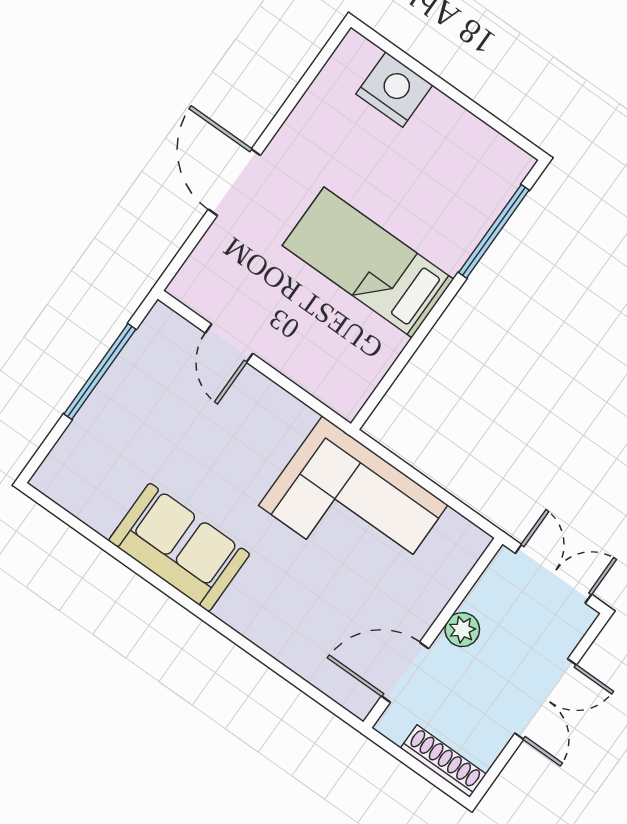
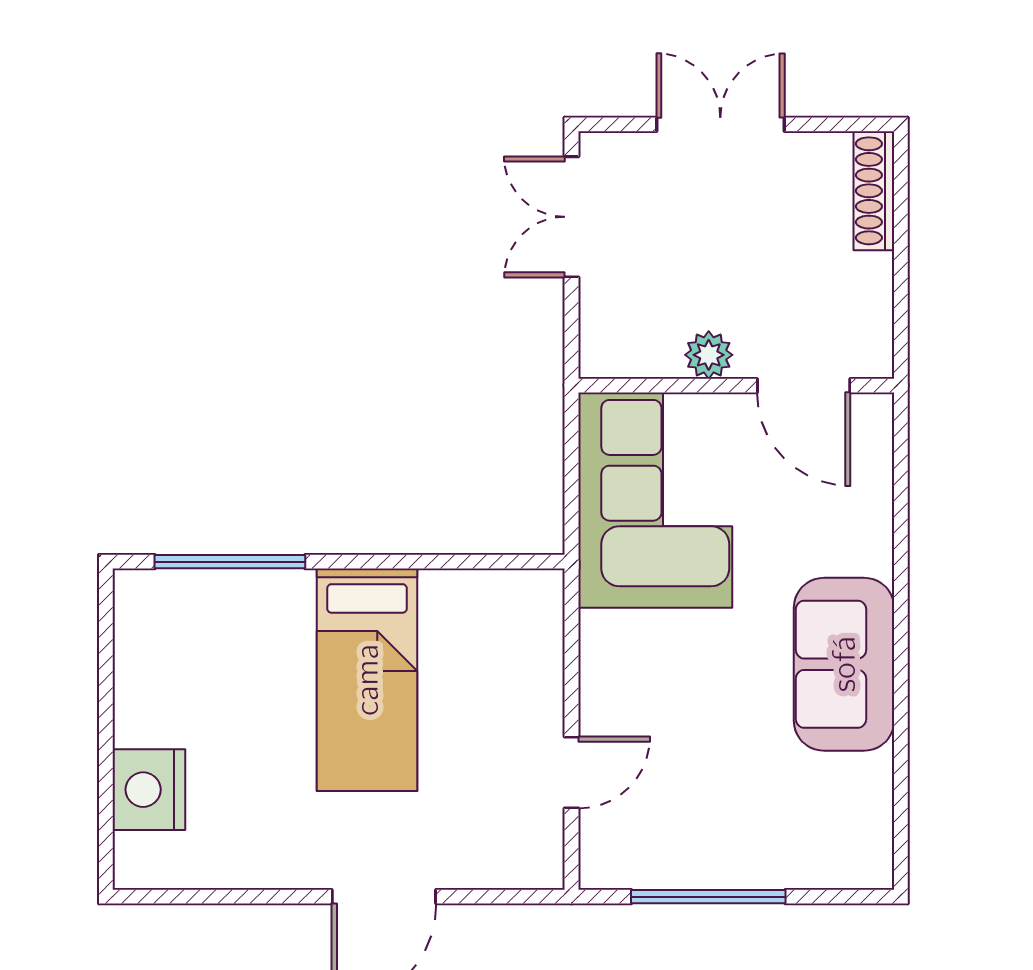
plant: (462, 630) -> (709, 355), moved
wall: (433, 633) -> (736, 386), moved
door: (405, 672) -> (804, 386), moved

